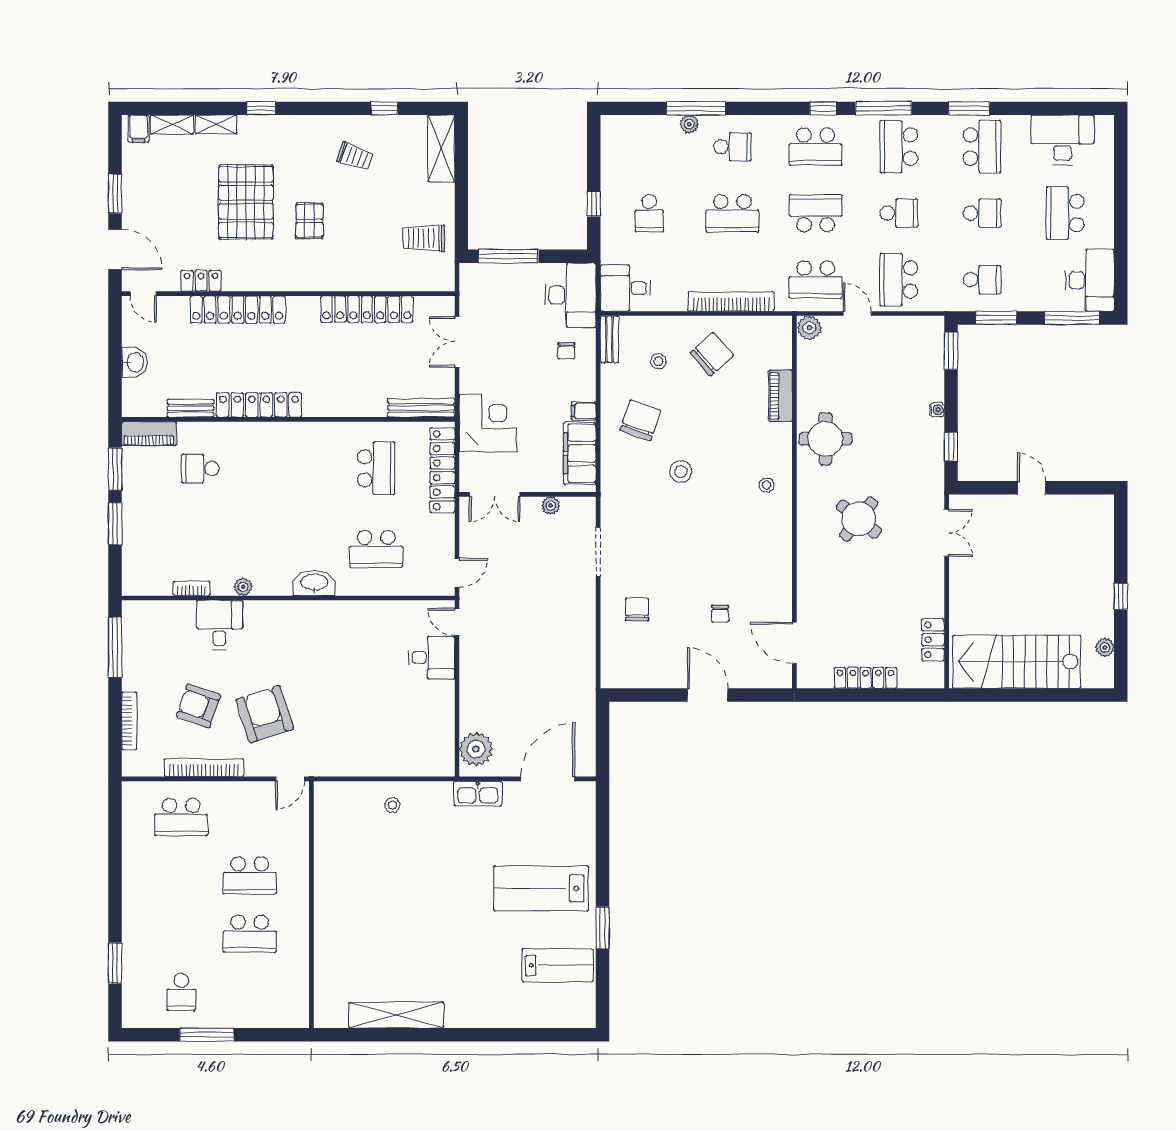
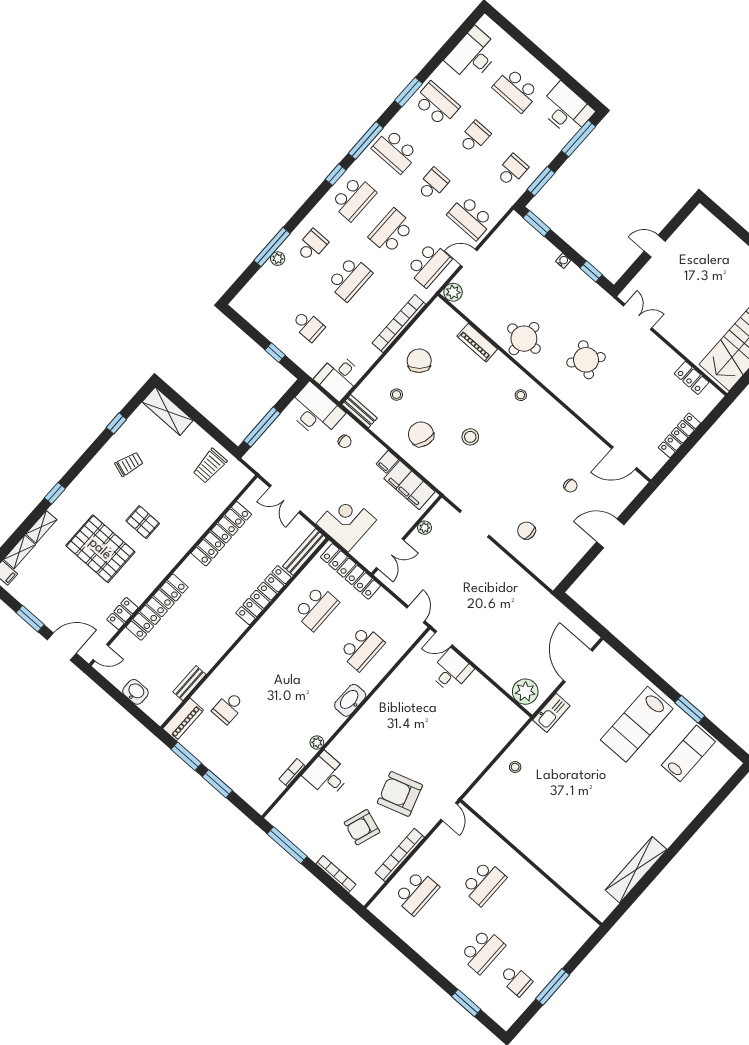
locker: (259, 405) -> (264, 595), moved
school desk: (376, 468) -> (316, 608), turned 90
school desk: (250, 934) -> (483, 951), moved

